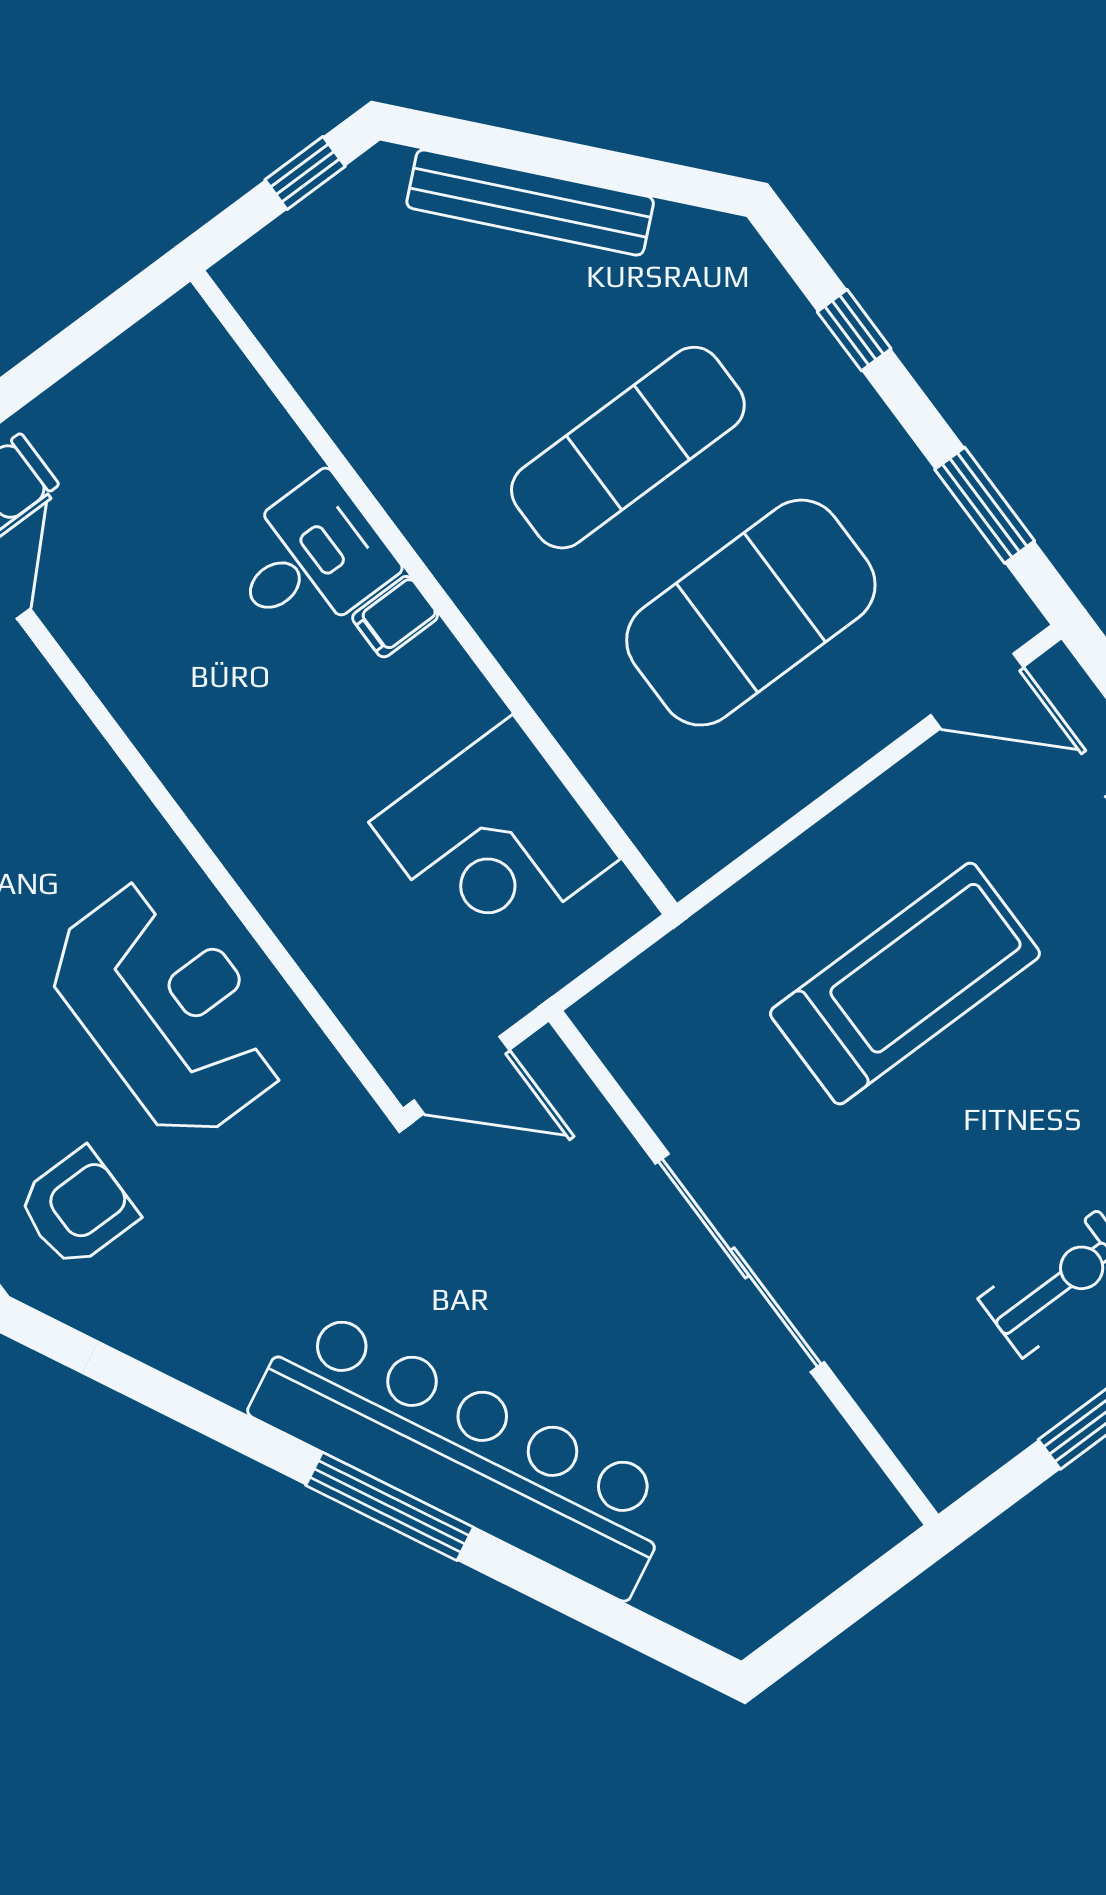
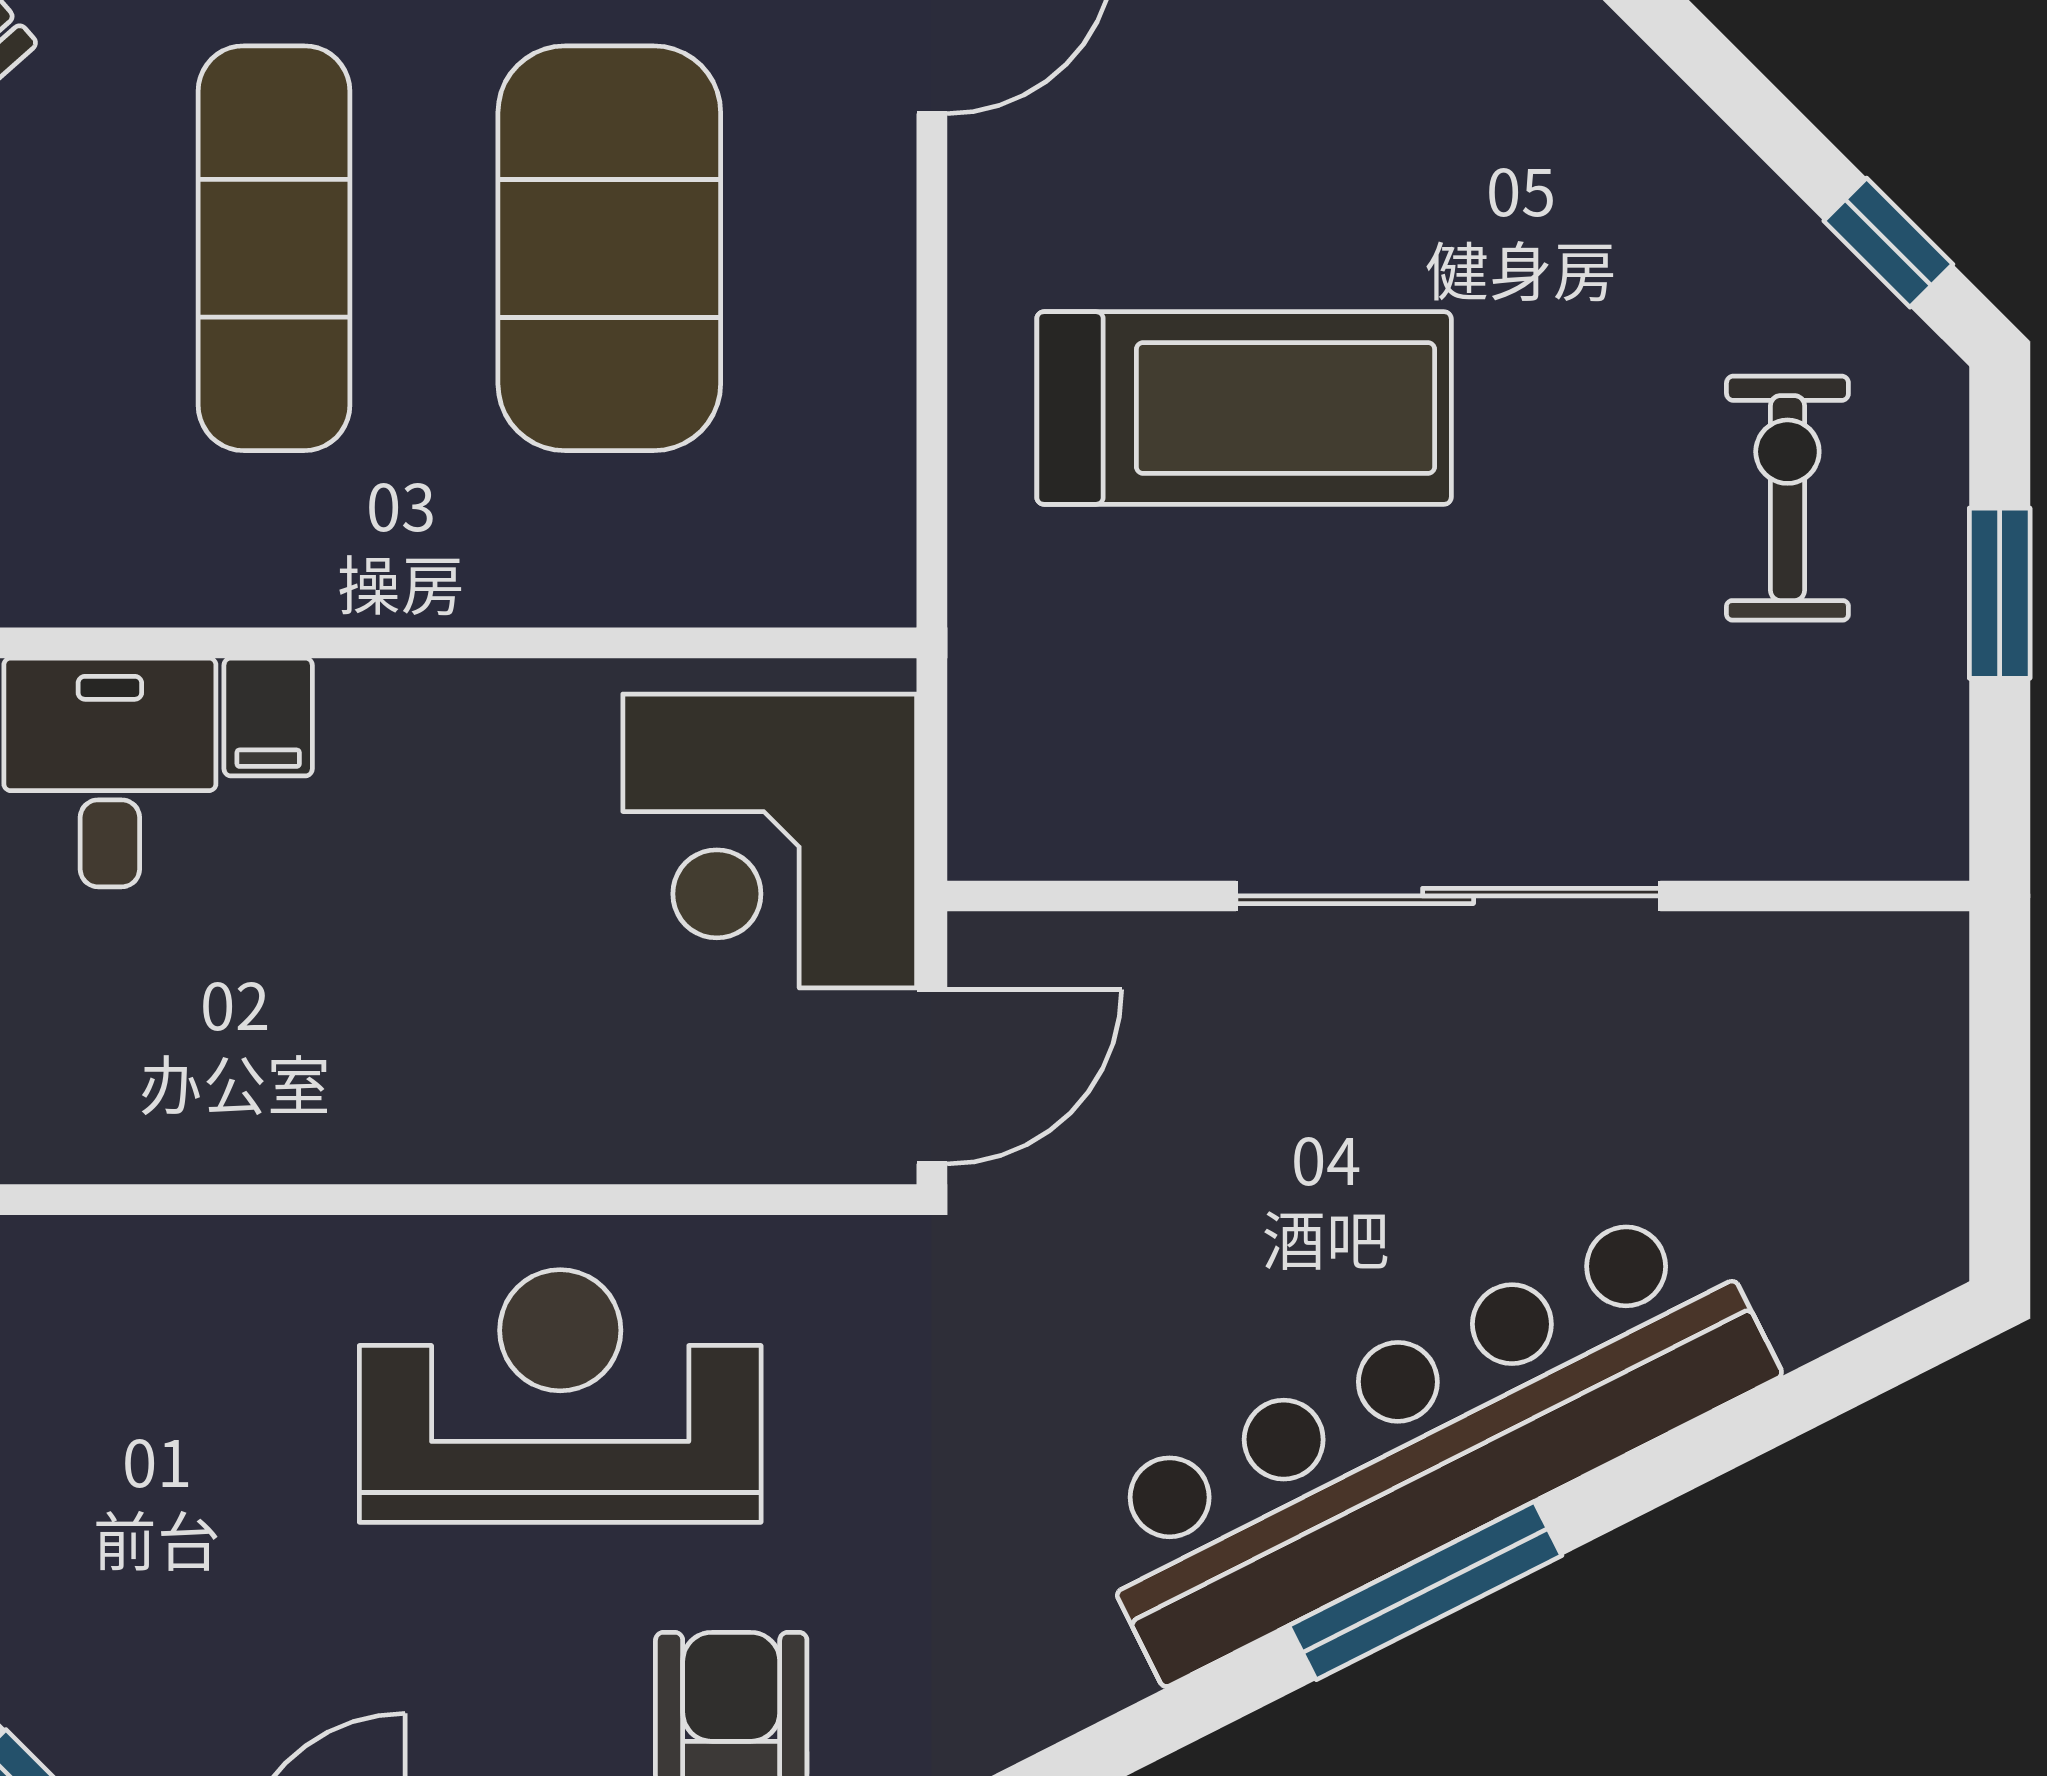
corner desk: (494, 840) -> (770, 841), moved, turned 90
treadmill: (905, 983) -> (1244, 408), turned 90

